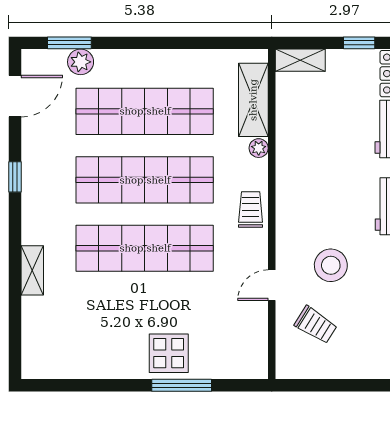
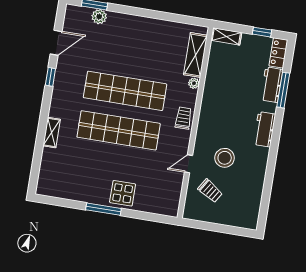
door: (15, 96) -> (56, 43), moved
shop shelf: (145, 111) -> (132, 51), removed
window: (182, 385) -> (103, 209), moved

